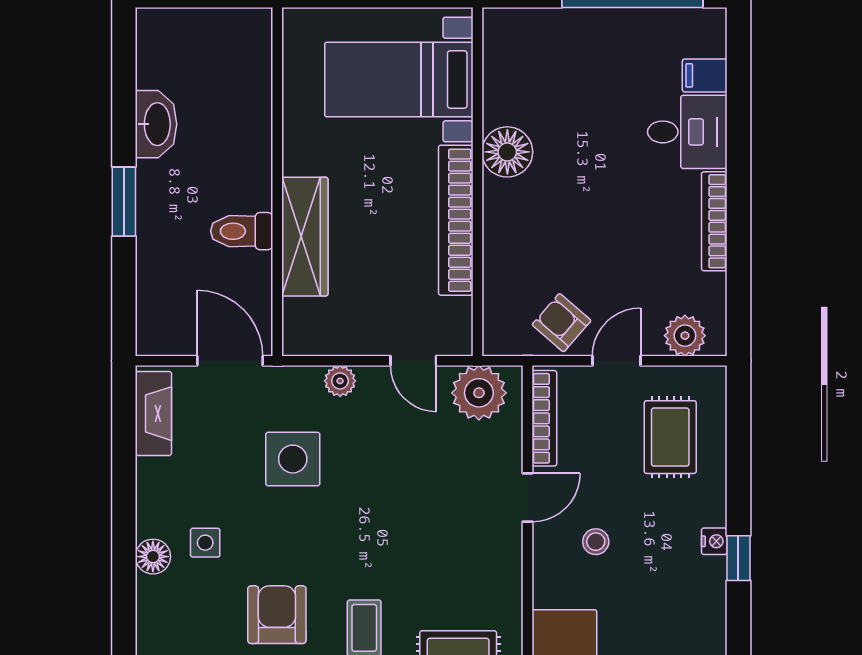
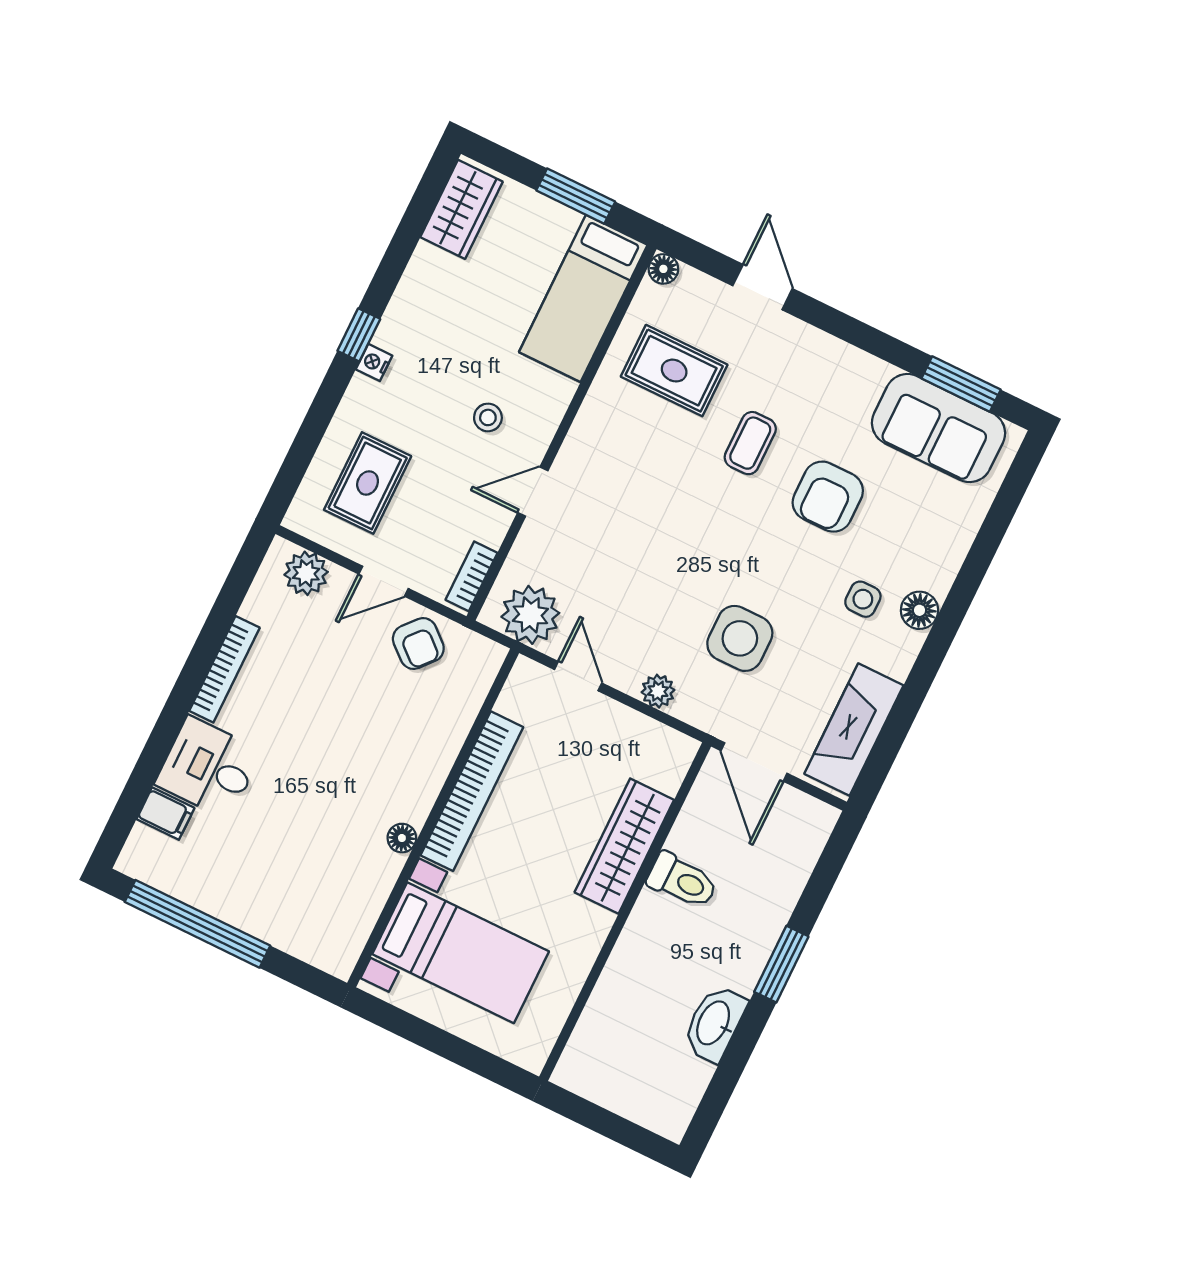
floor lamp: (507, 152) -> (402, 838), width x0.53, depth x0.53
fireplace: (153, 414) -> (854, 730), width x1.37, depth x1.32
bookcase: (544, 418) -> (472, 576), width x0.64

